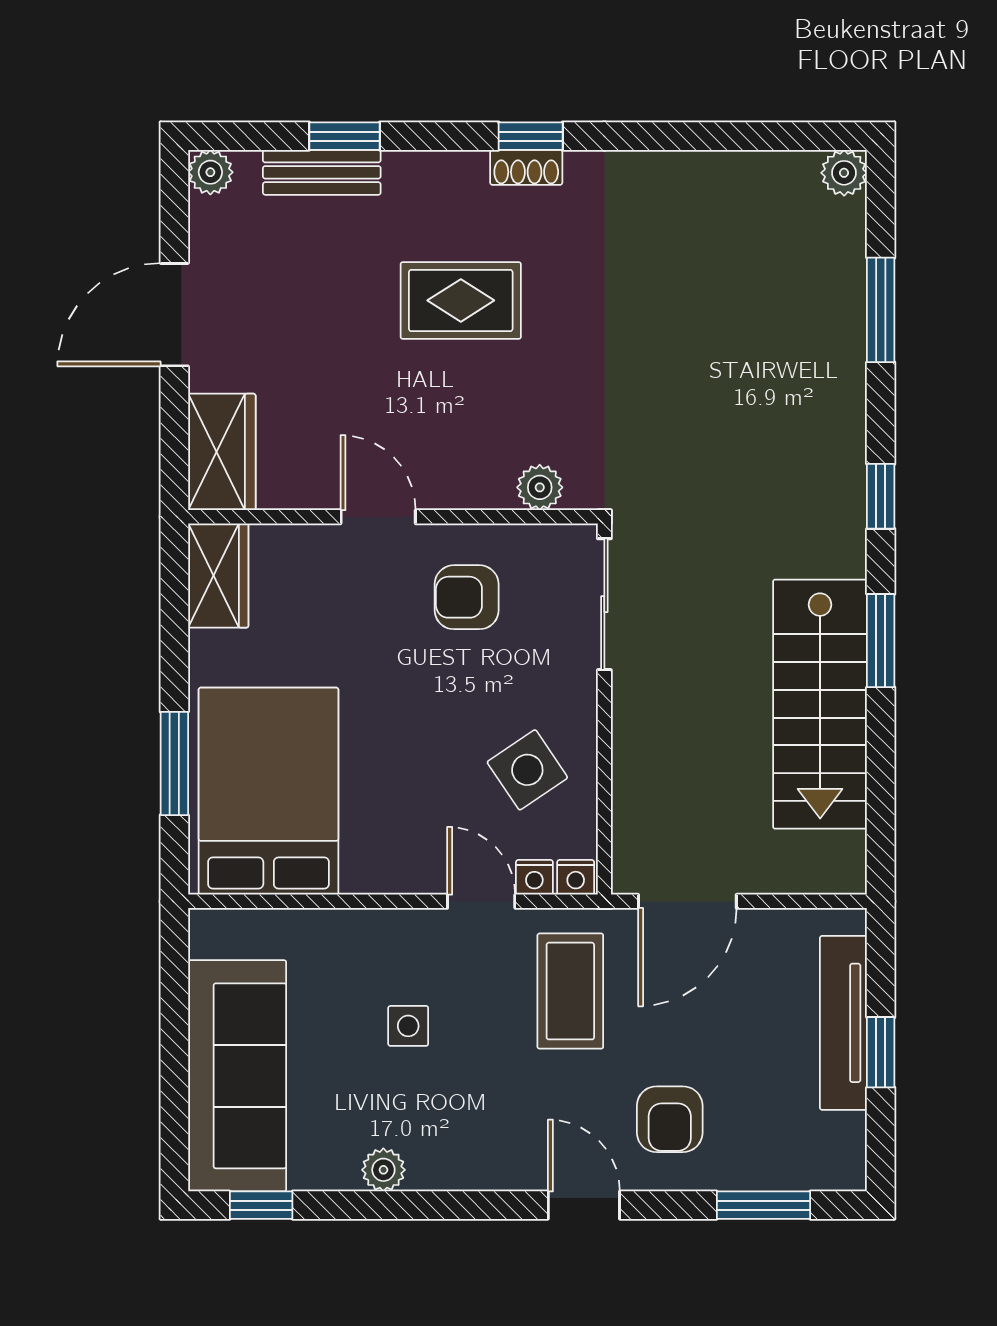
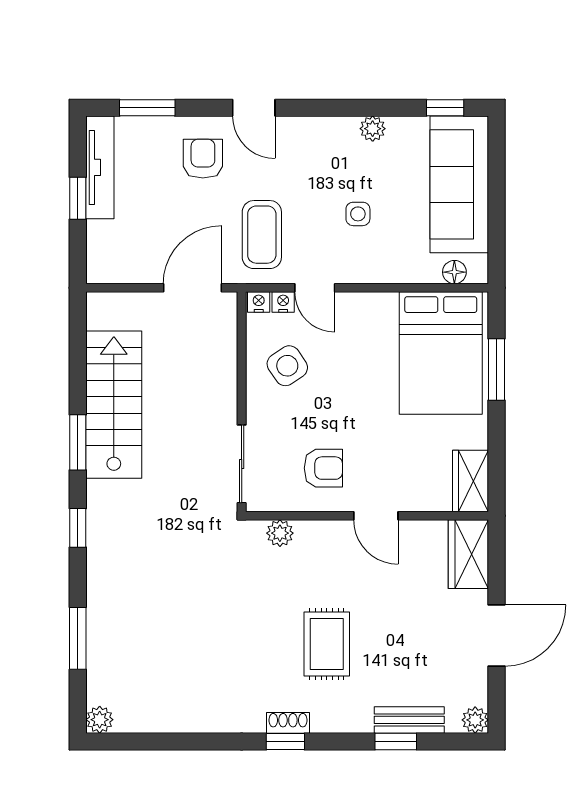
rug: (461, 300) -> (327, 644), turned 90
floor lamp: (245, 928) -> (454, 272), added
tv unit: (843, 1023) -> (100, 167), moved

